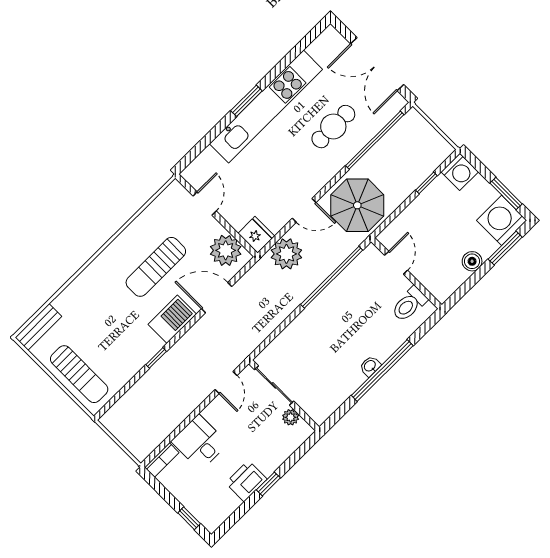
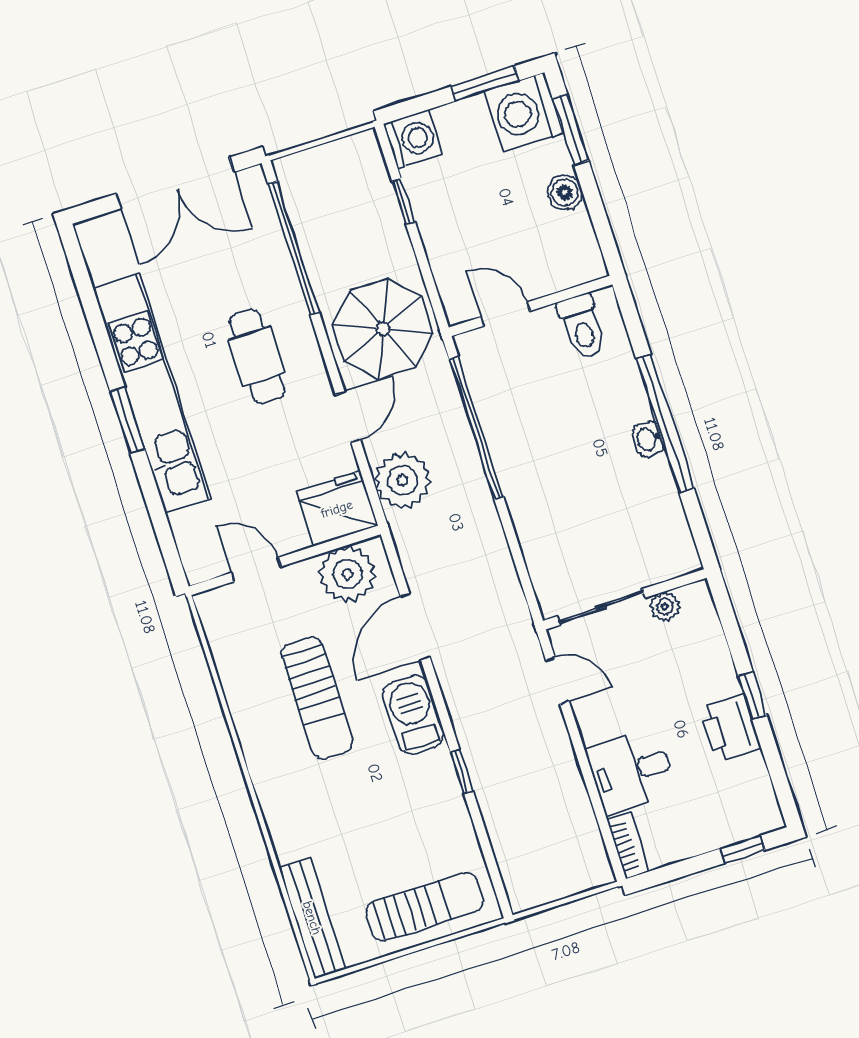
cafe table: (333, 127) -> (257, 357), moved
fridge: (256, 235) -> (337, 509), width x1.36, depth x1.34
bench: (38, 327) -> (312, 918), width x1.36

